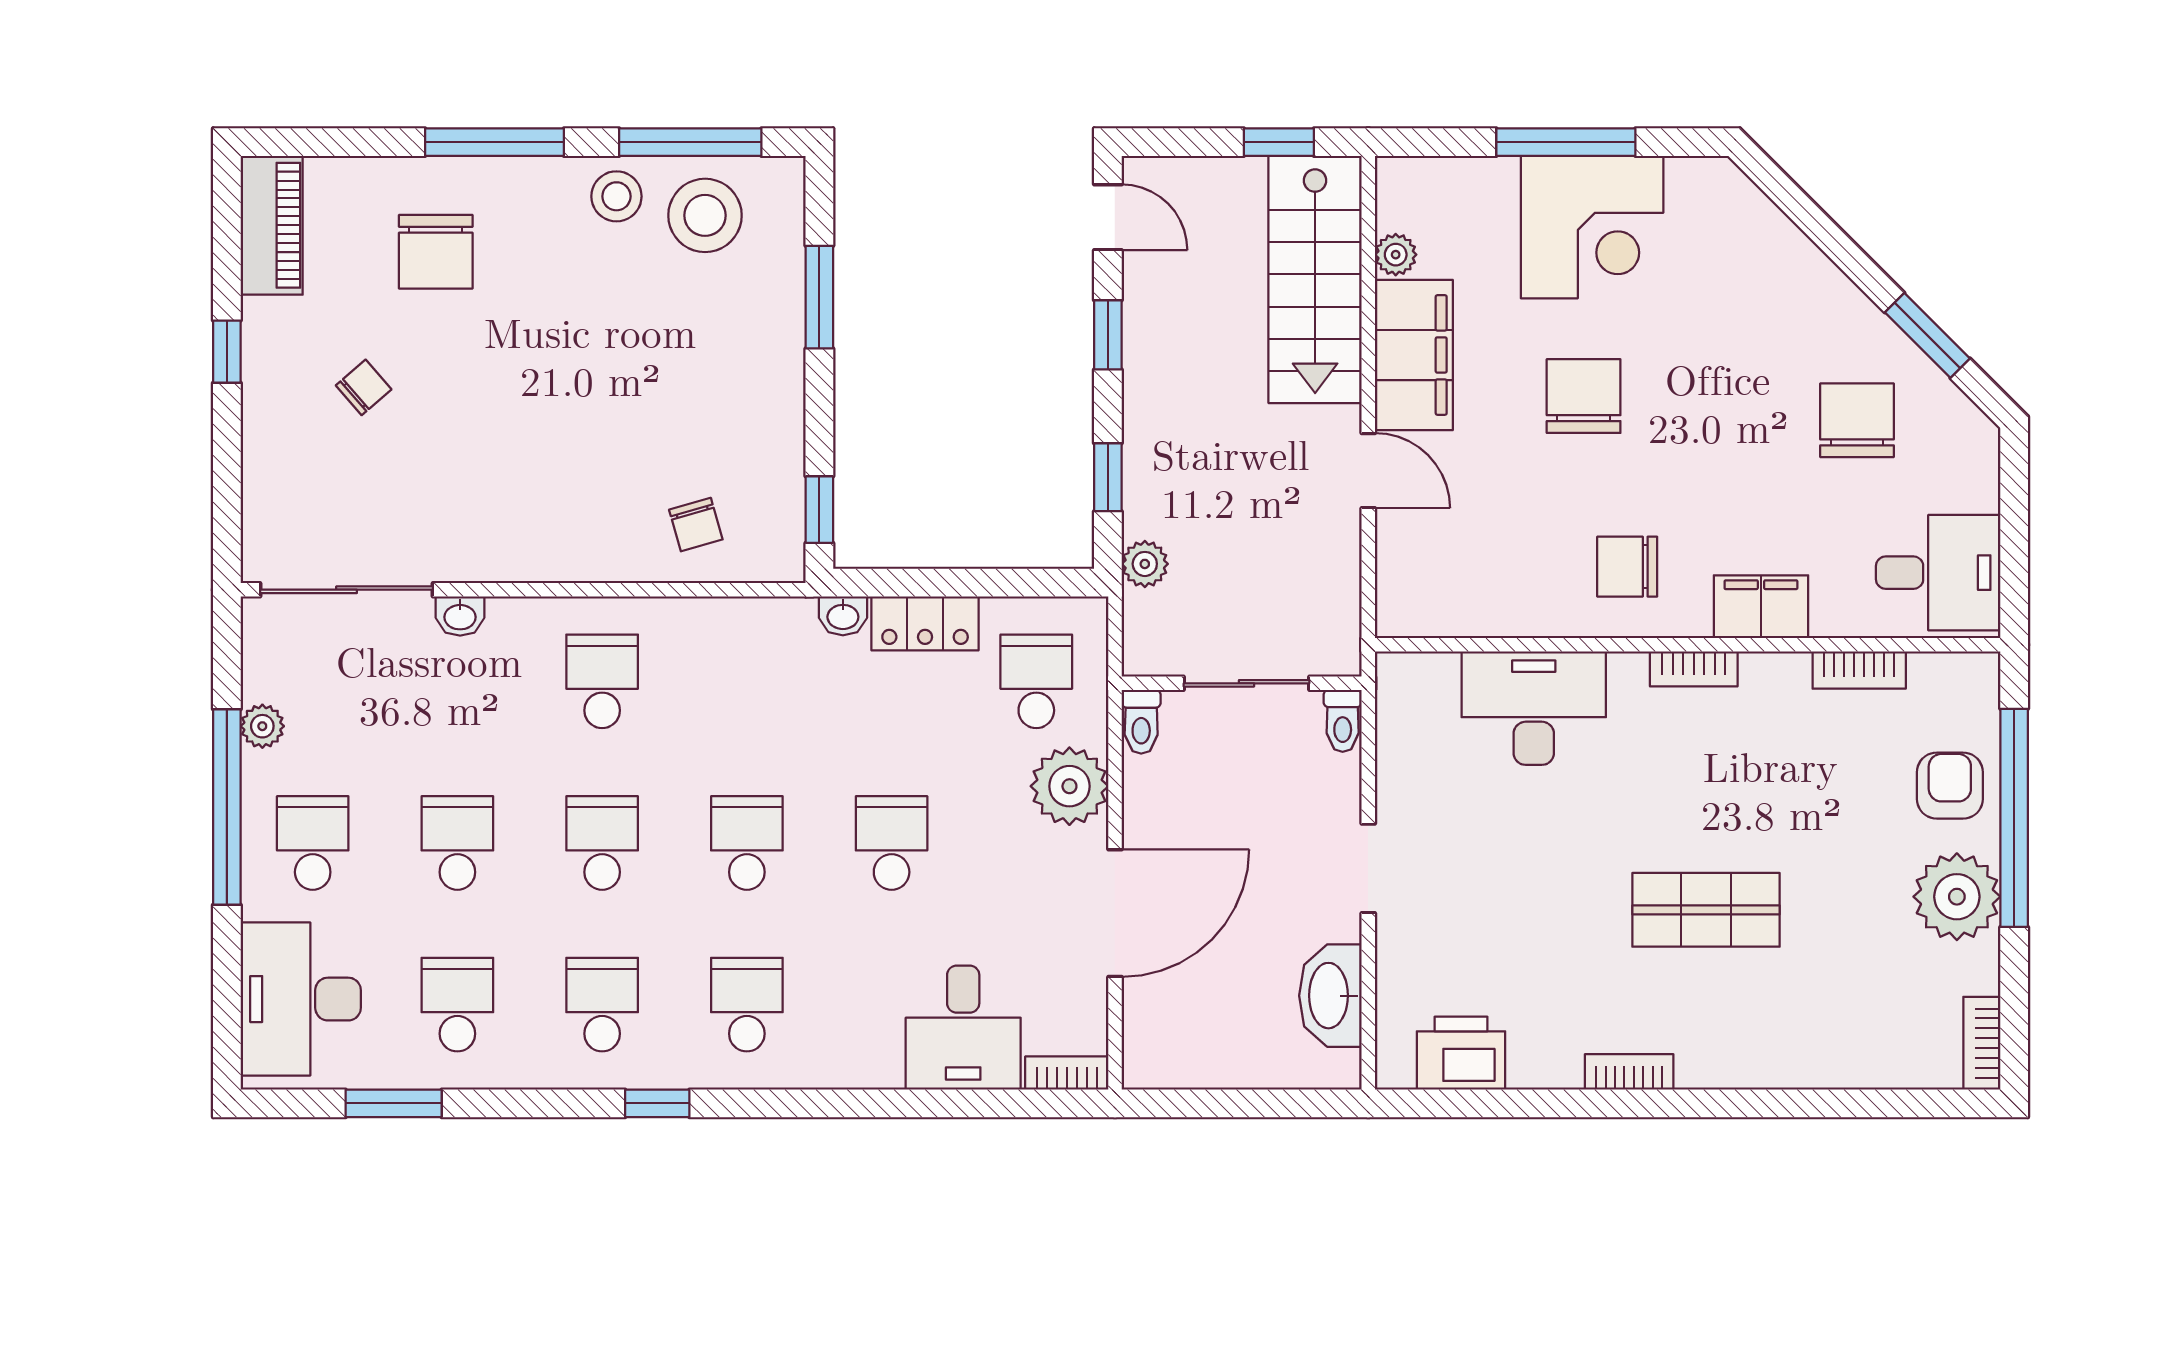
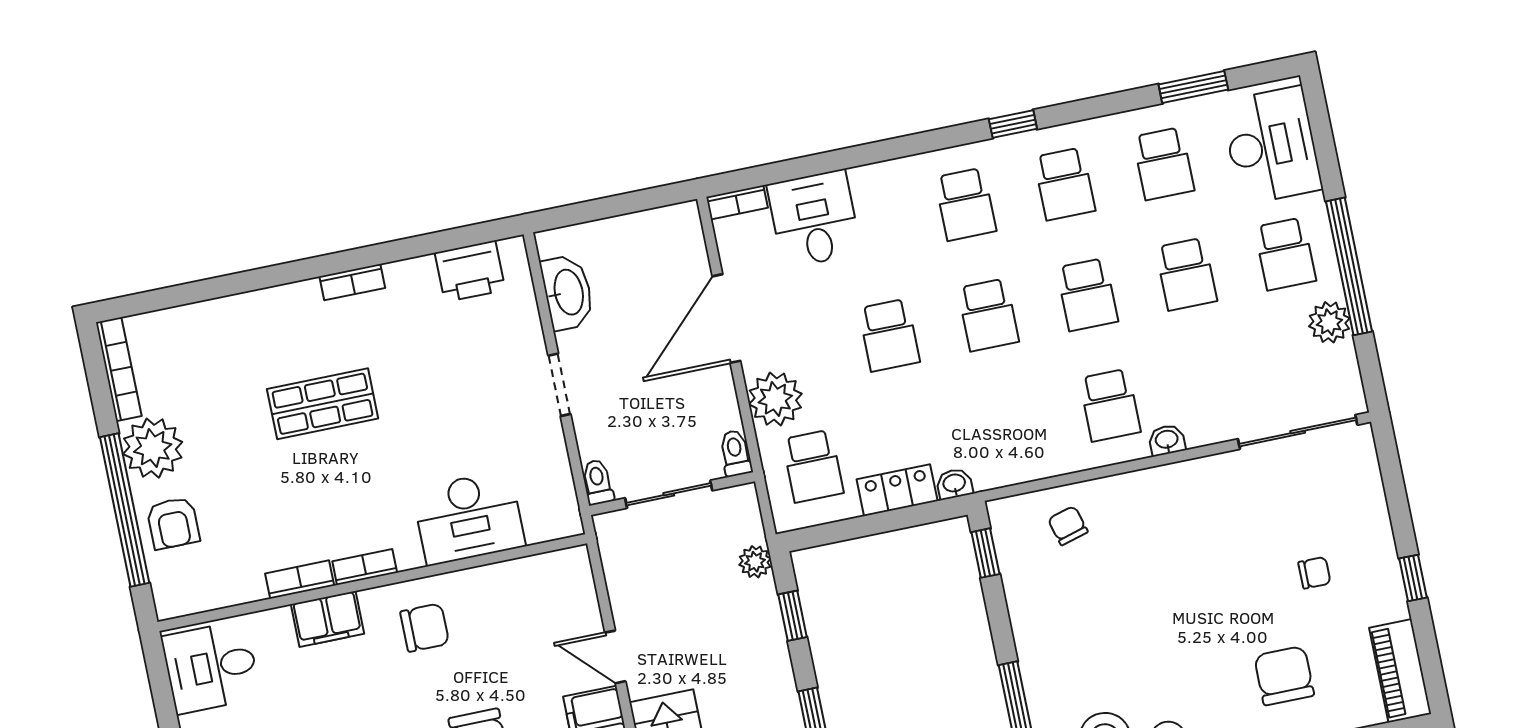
chair: (364, 387) -> (1314, 573), turned -139
washbasin: (460, 616) -> (1167, 440), moved
bookcase: (1859, 670) -> (300, 580), moved
plant: (262, 726) -> (1329, 322), width x1.38, depth x1.38
bookcase: (1982, 1043) -> (119, 369), width x1.56

